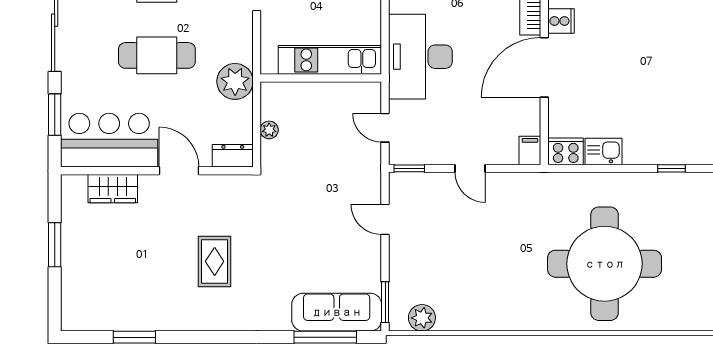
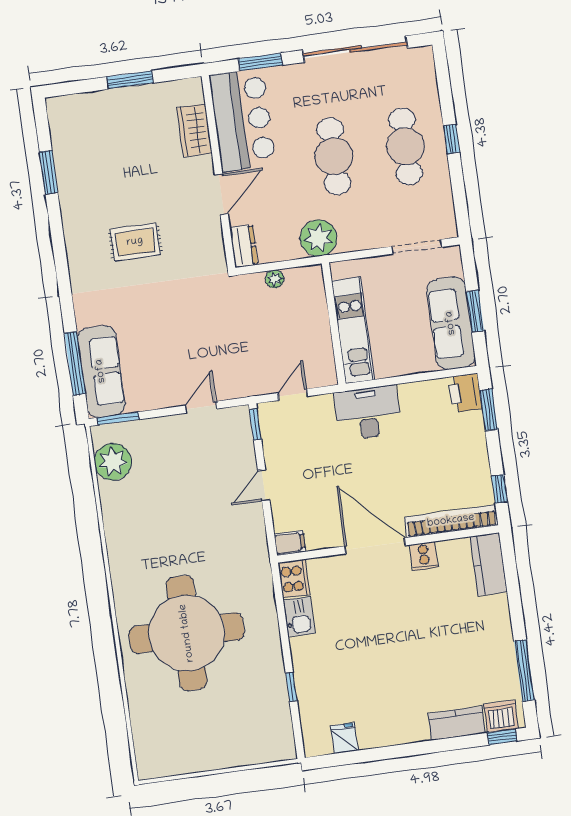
desk: (420, 57) -> (368, 413), width x0.73, depth x0.77
plant: (422, 318) -> (113, 462), width x1.36, depth x1.36

